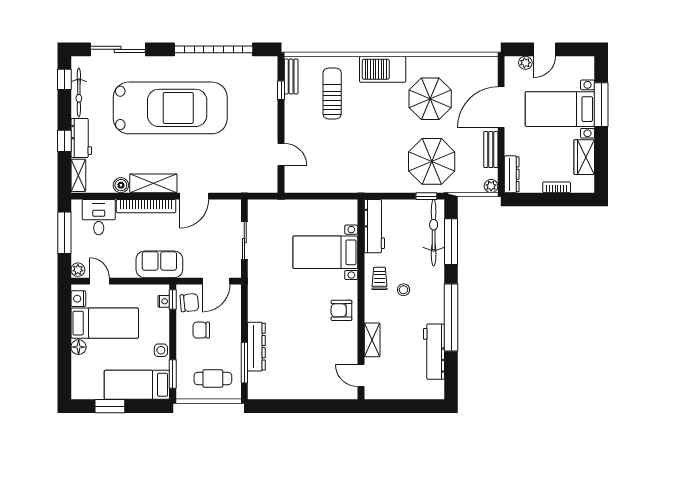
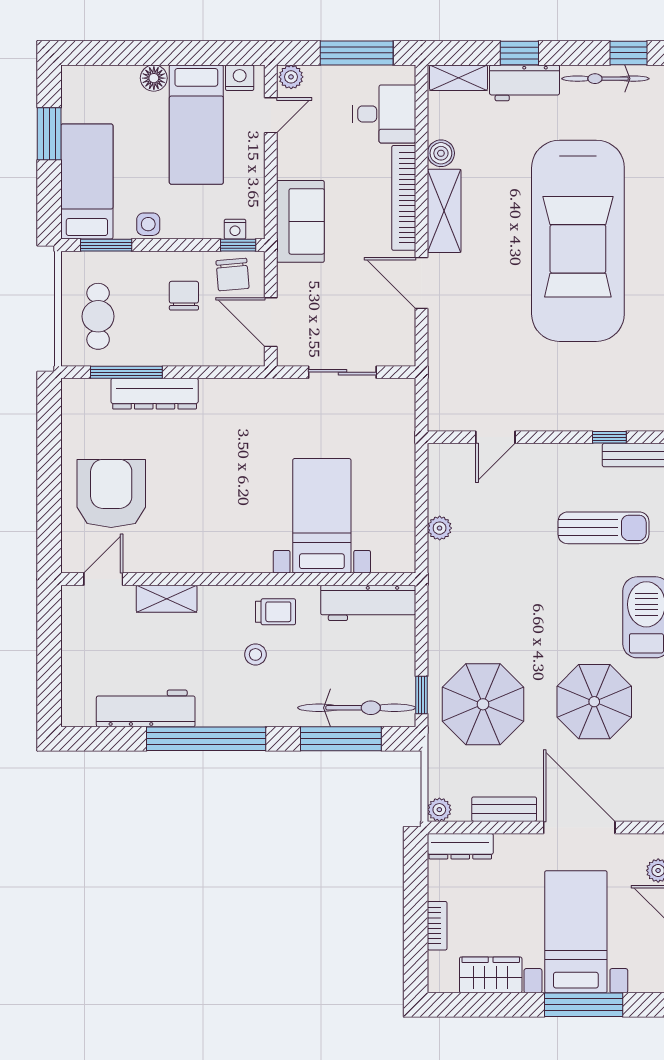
plant: (332, 186) -> (440, 528), added
armchair: (341, 310) -> (111, 493), moved, width x1.88, depth x1.88

